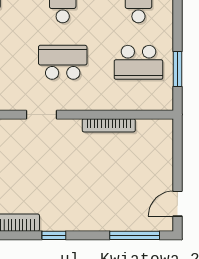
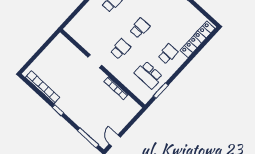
school desk: (63, 62) -> (120, 49), width x0.54
door: (177, 204) -> (115, 141), hinge flipped

